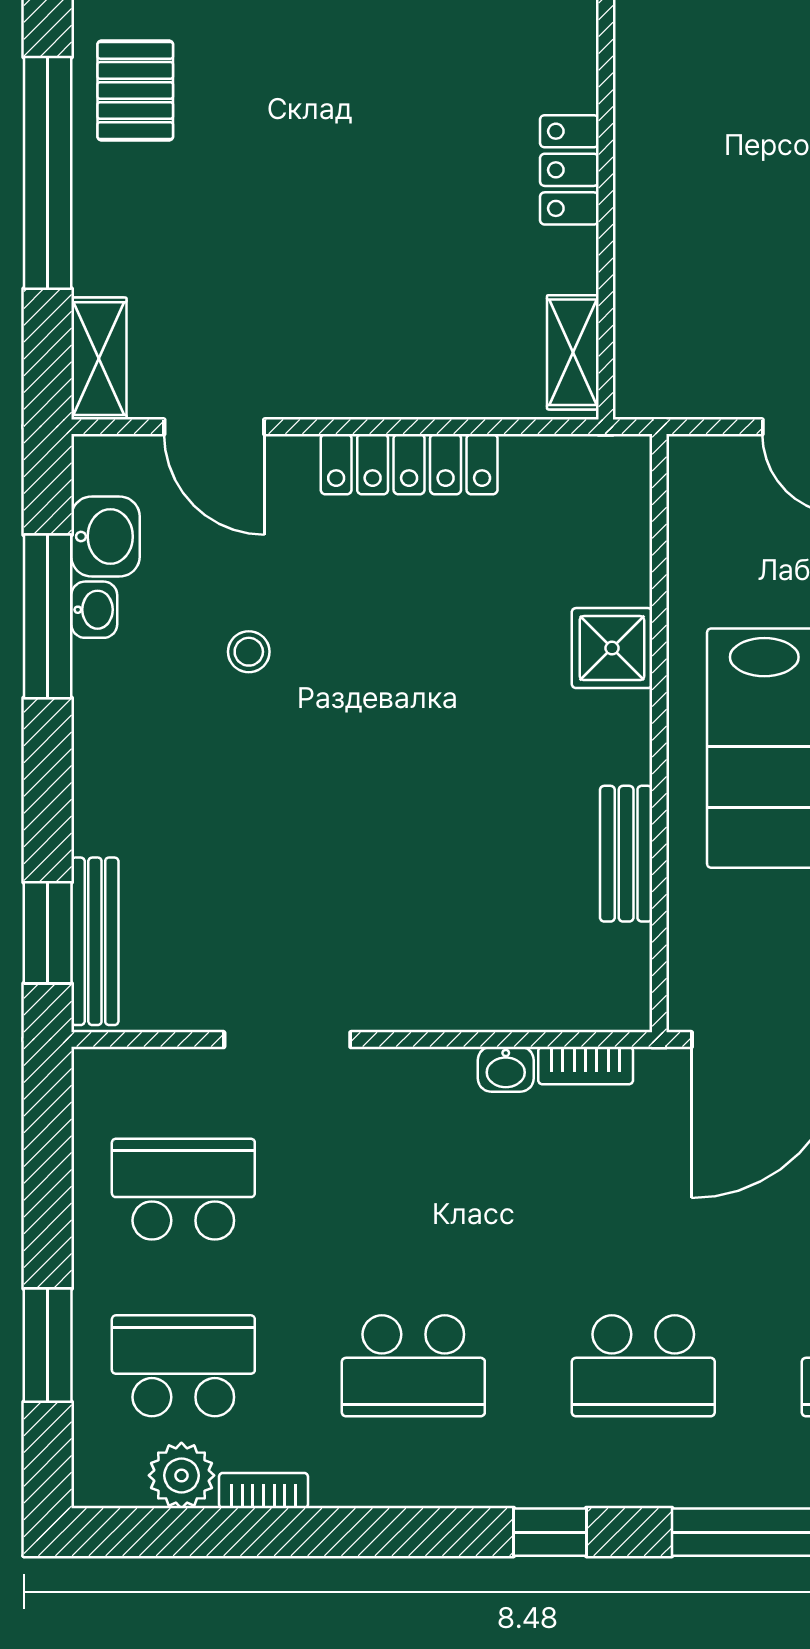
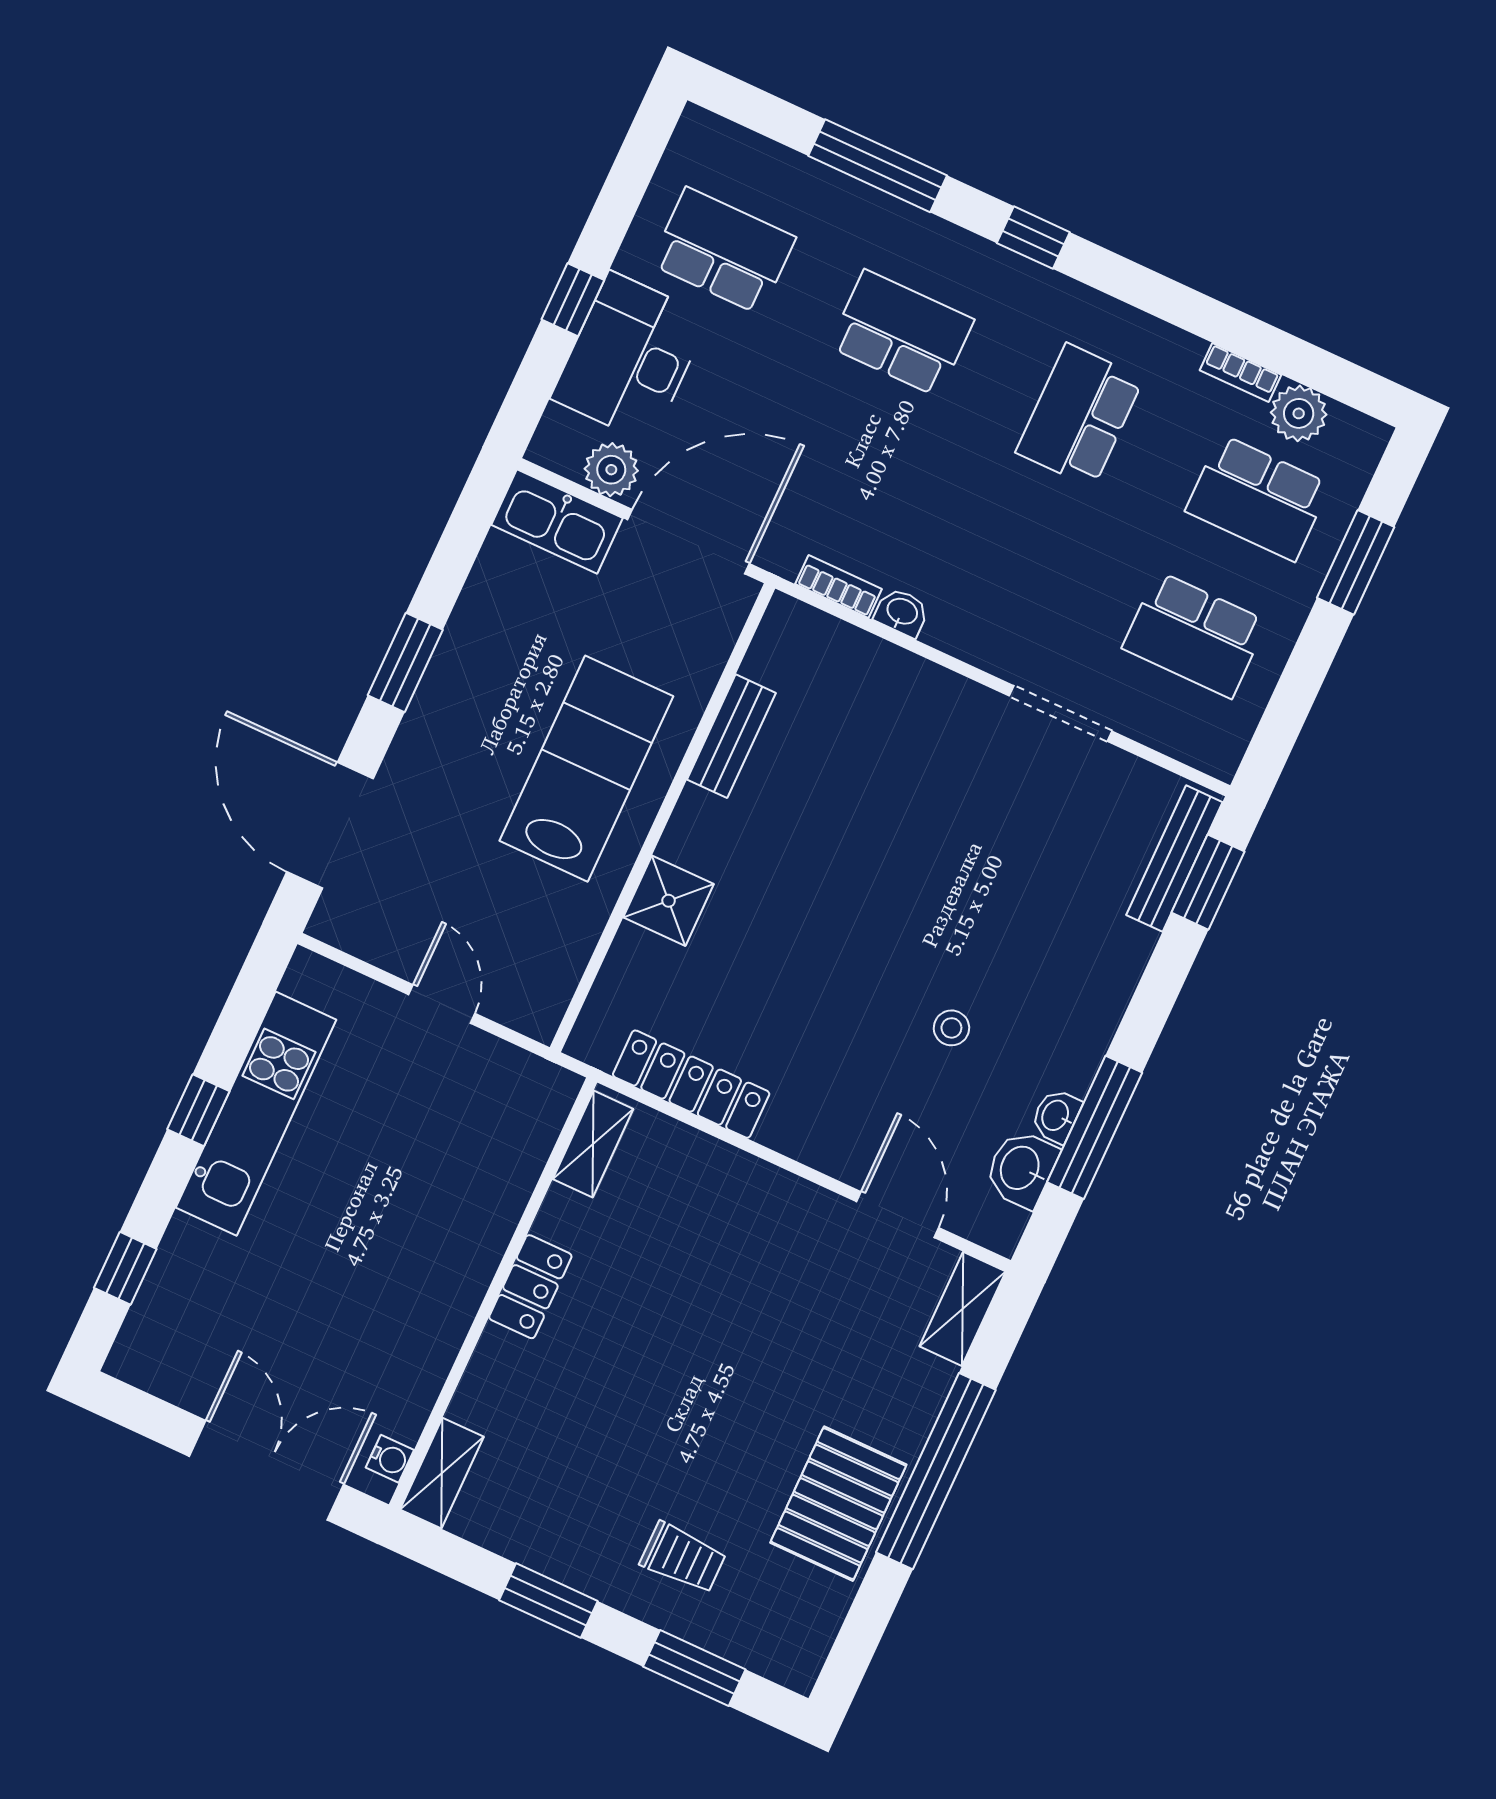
pallet: (135, 90) -> (838, 1504), width x1.50, depth x1.42
locker: (409, 464) -> (691, 1084), moved
school desk: (413, 1366) -> (1080, 415), turned -90

